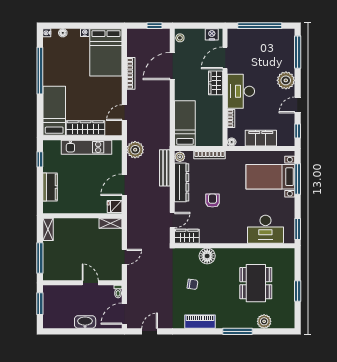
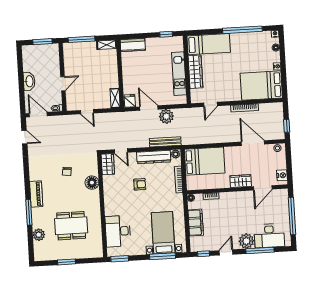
window: (298, 52) -> (260, 250), moved
door: (225, 58) -> (263, 188), swing flipped
desk: (241, 91) -> (269, 236), moved, turned 180
door: (298, 105) -> (226, 252), hinge flipped
door: (124, 113) -> (210, 104), swing flipped
bed: (185, 123) -> (205, 161), width x1.50
plant: (135, 150) -> (166, 116), moved
kitchen counter: (50, 187) -> (133, 45), moved
piano: (200, 322) -> (36, 194), moved

